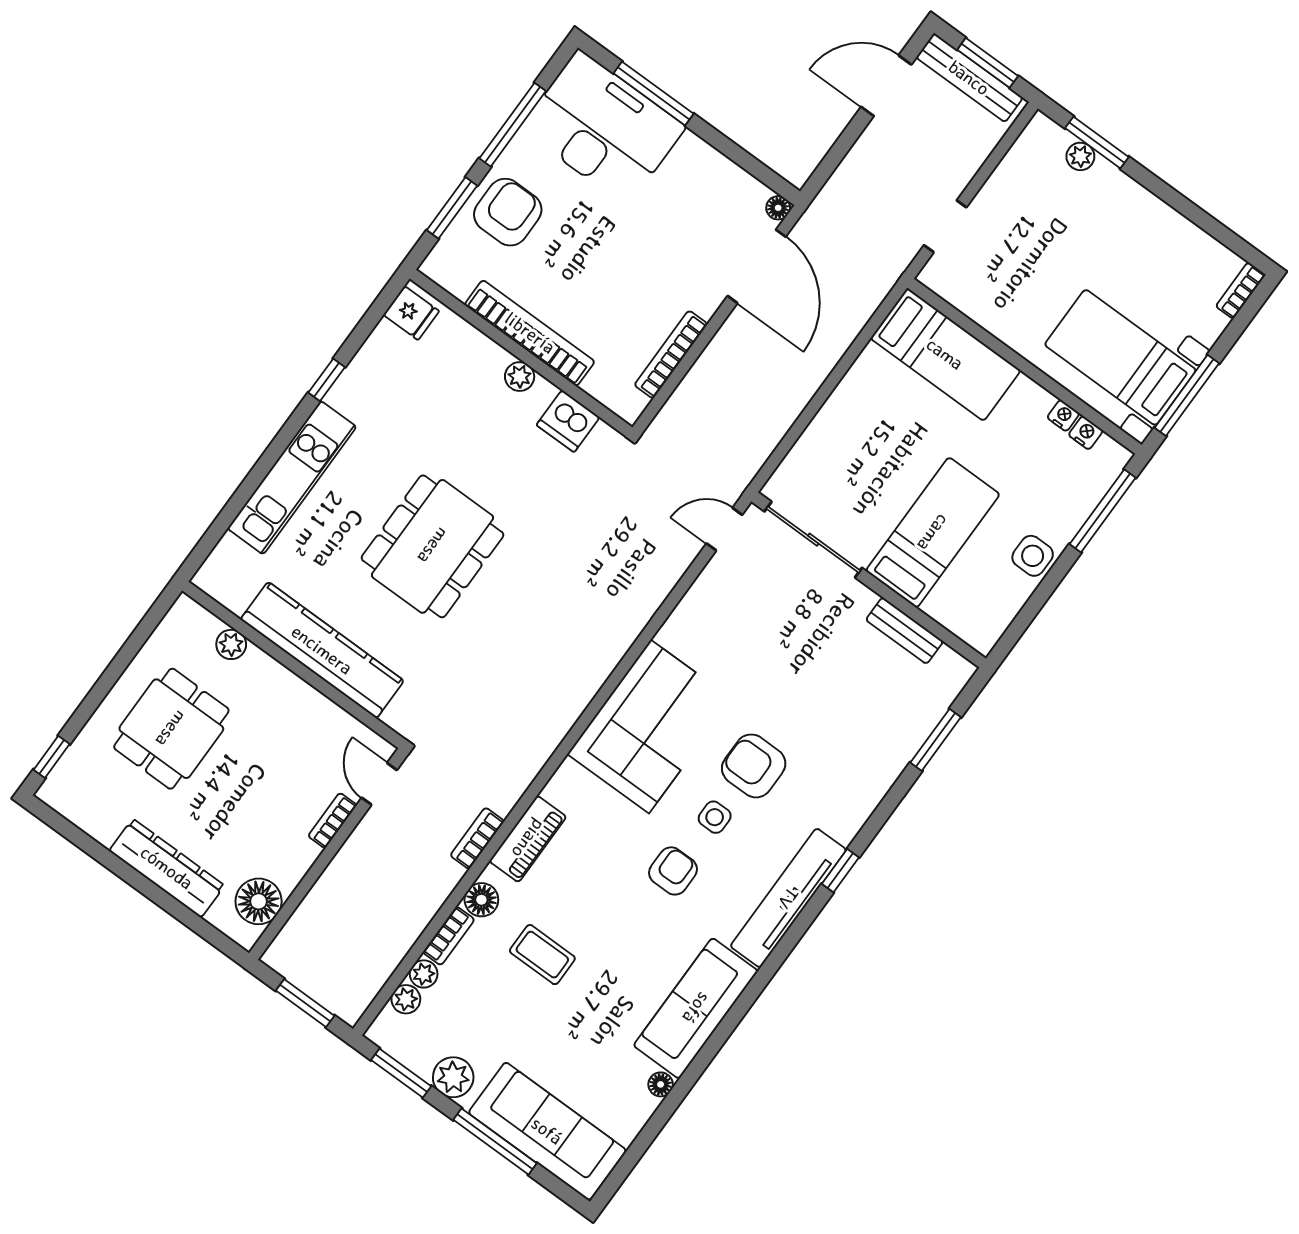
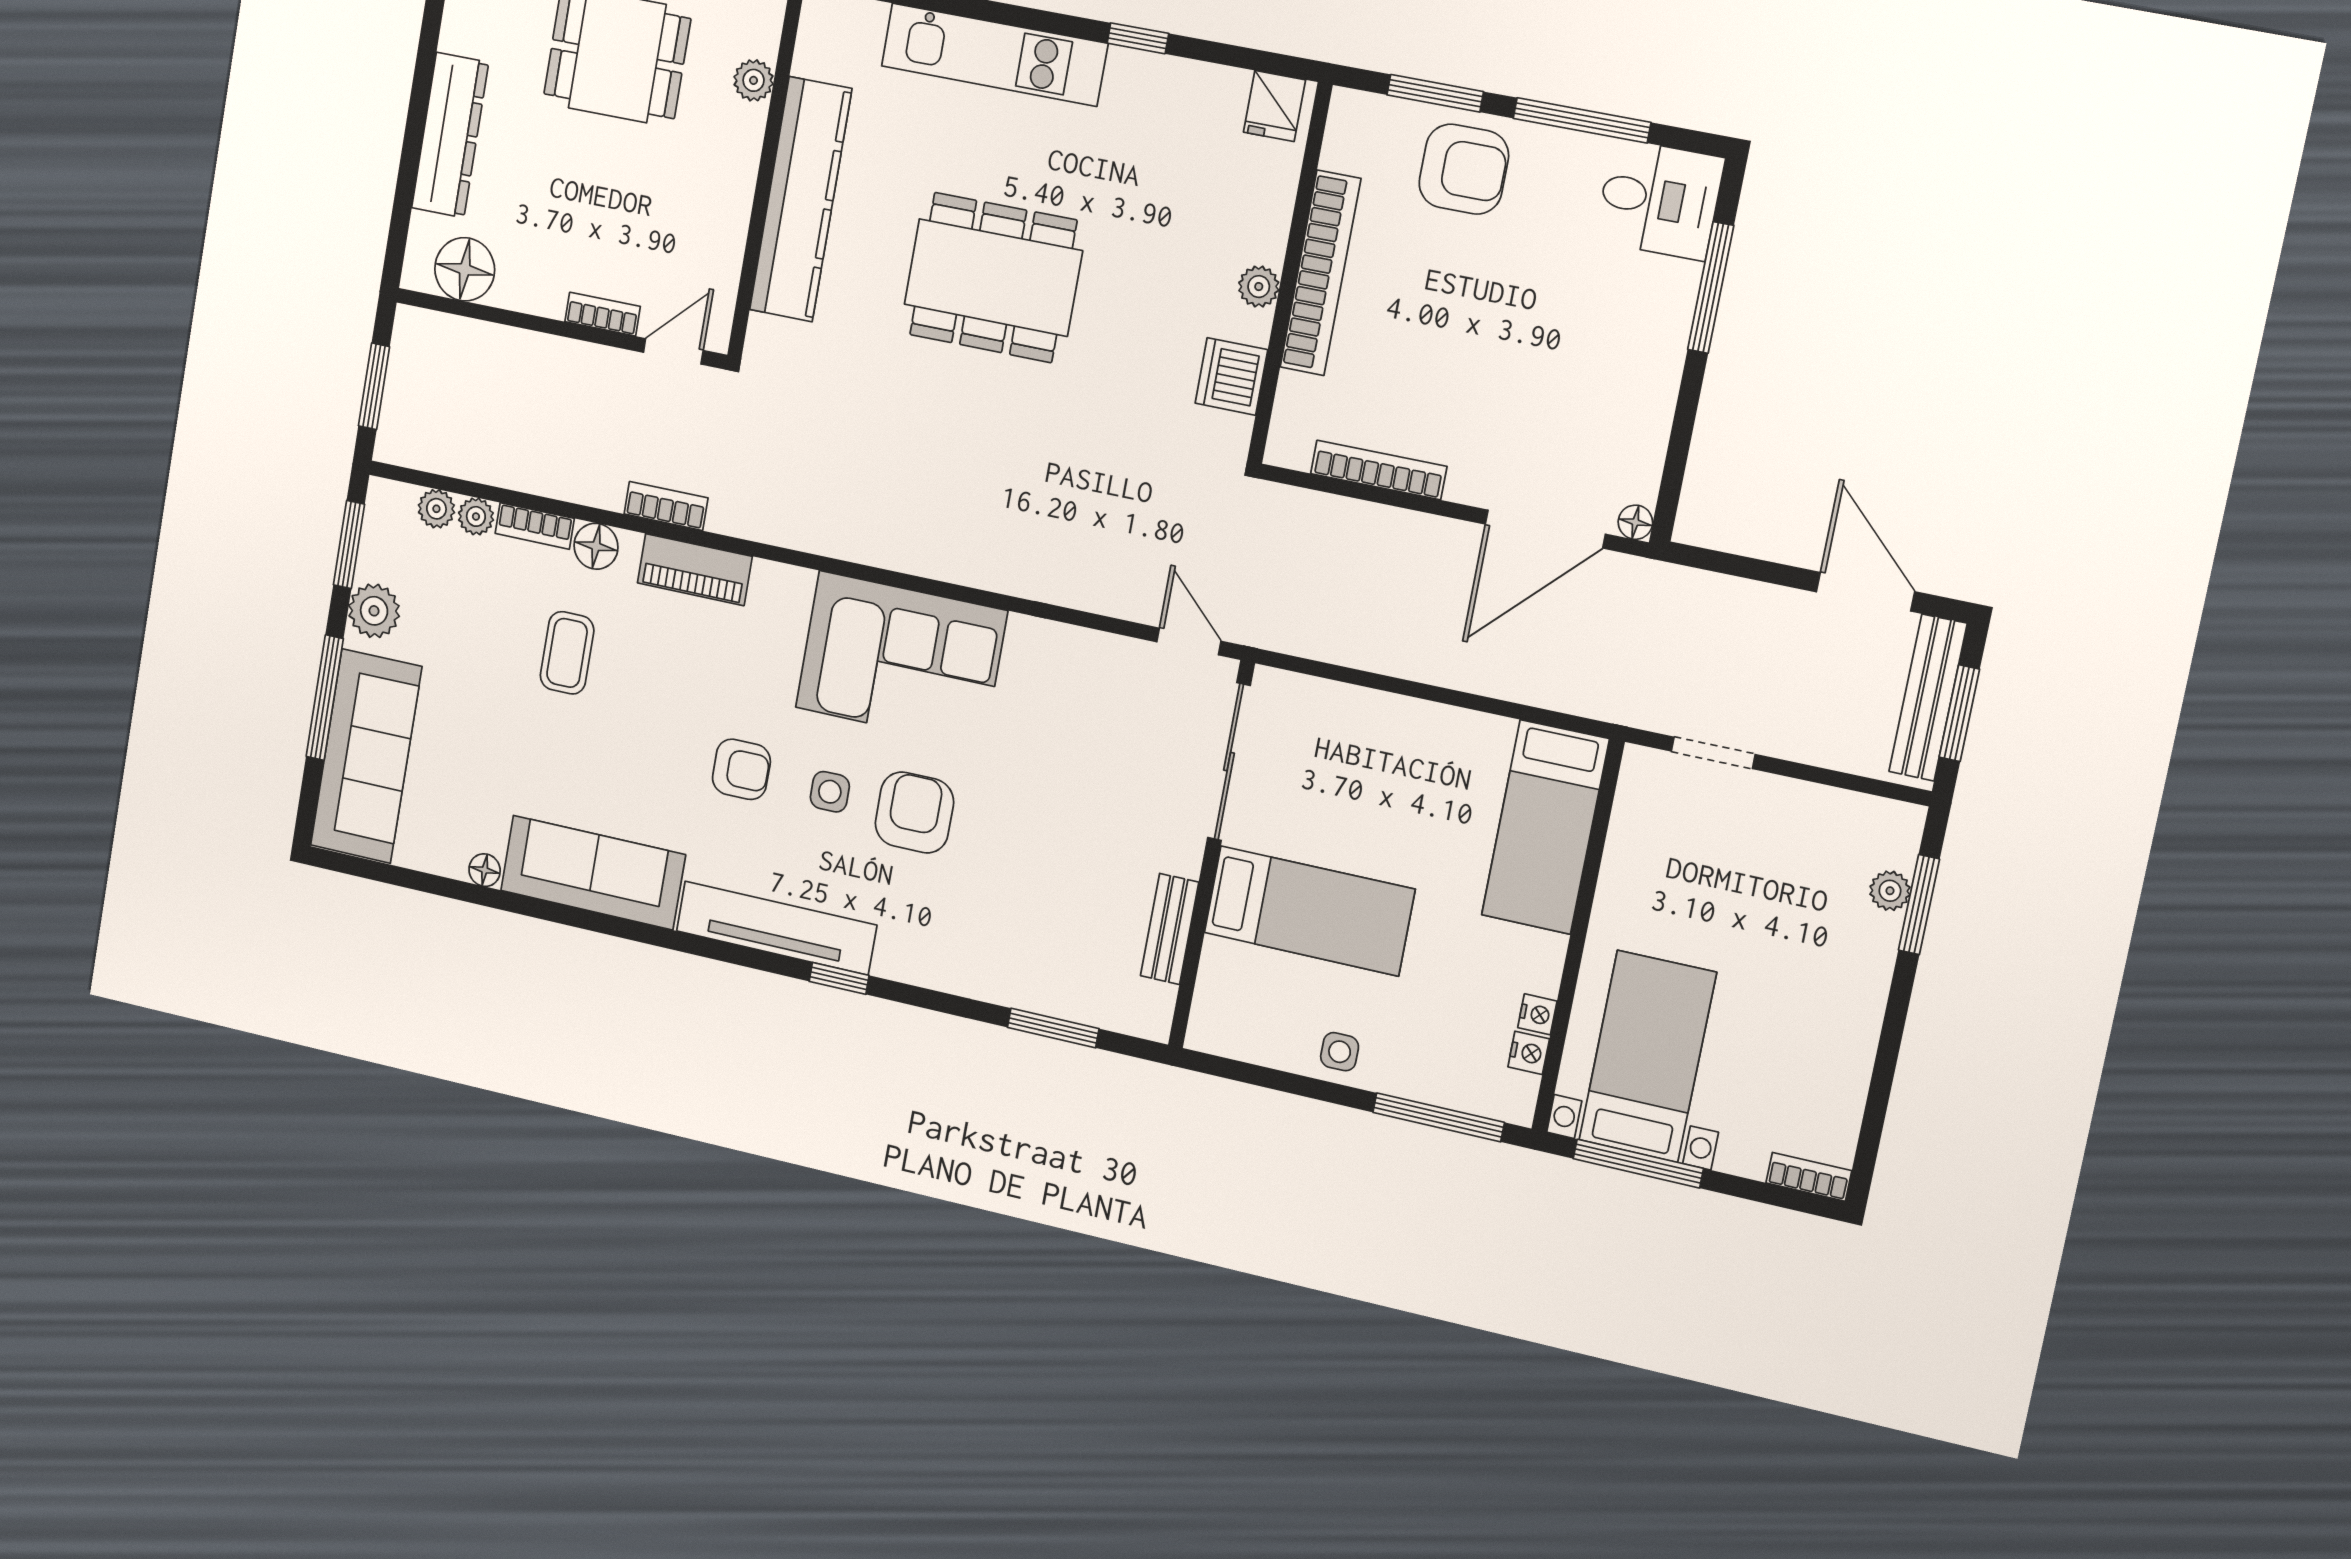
desk: (603, 128) -> (1659, 199), width x0.53, depth x0.77
side table: (1033, 556) -> (1340, 1052), width x0.73, depth x0.73

